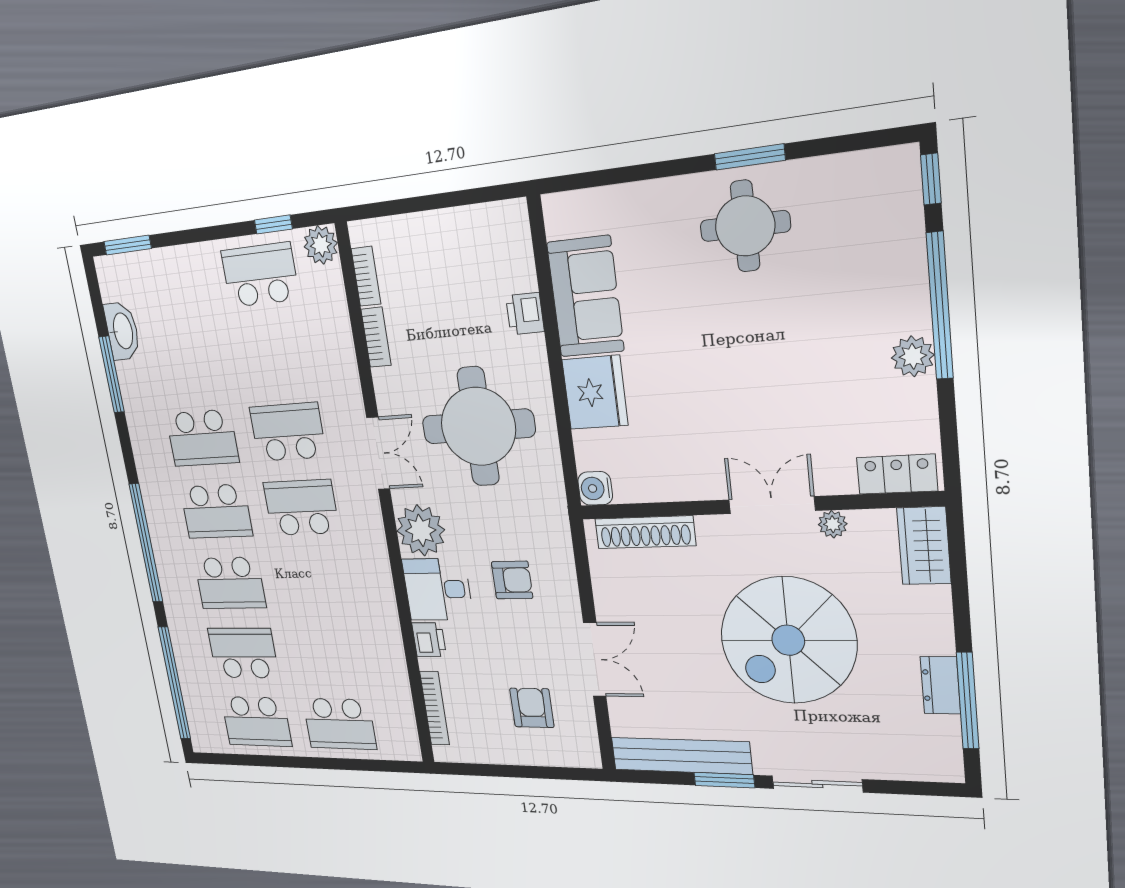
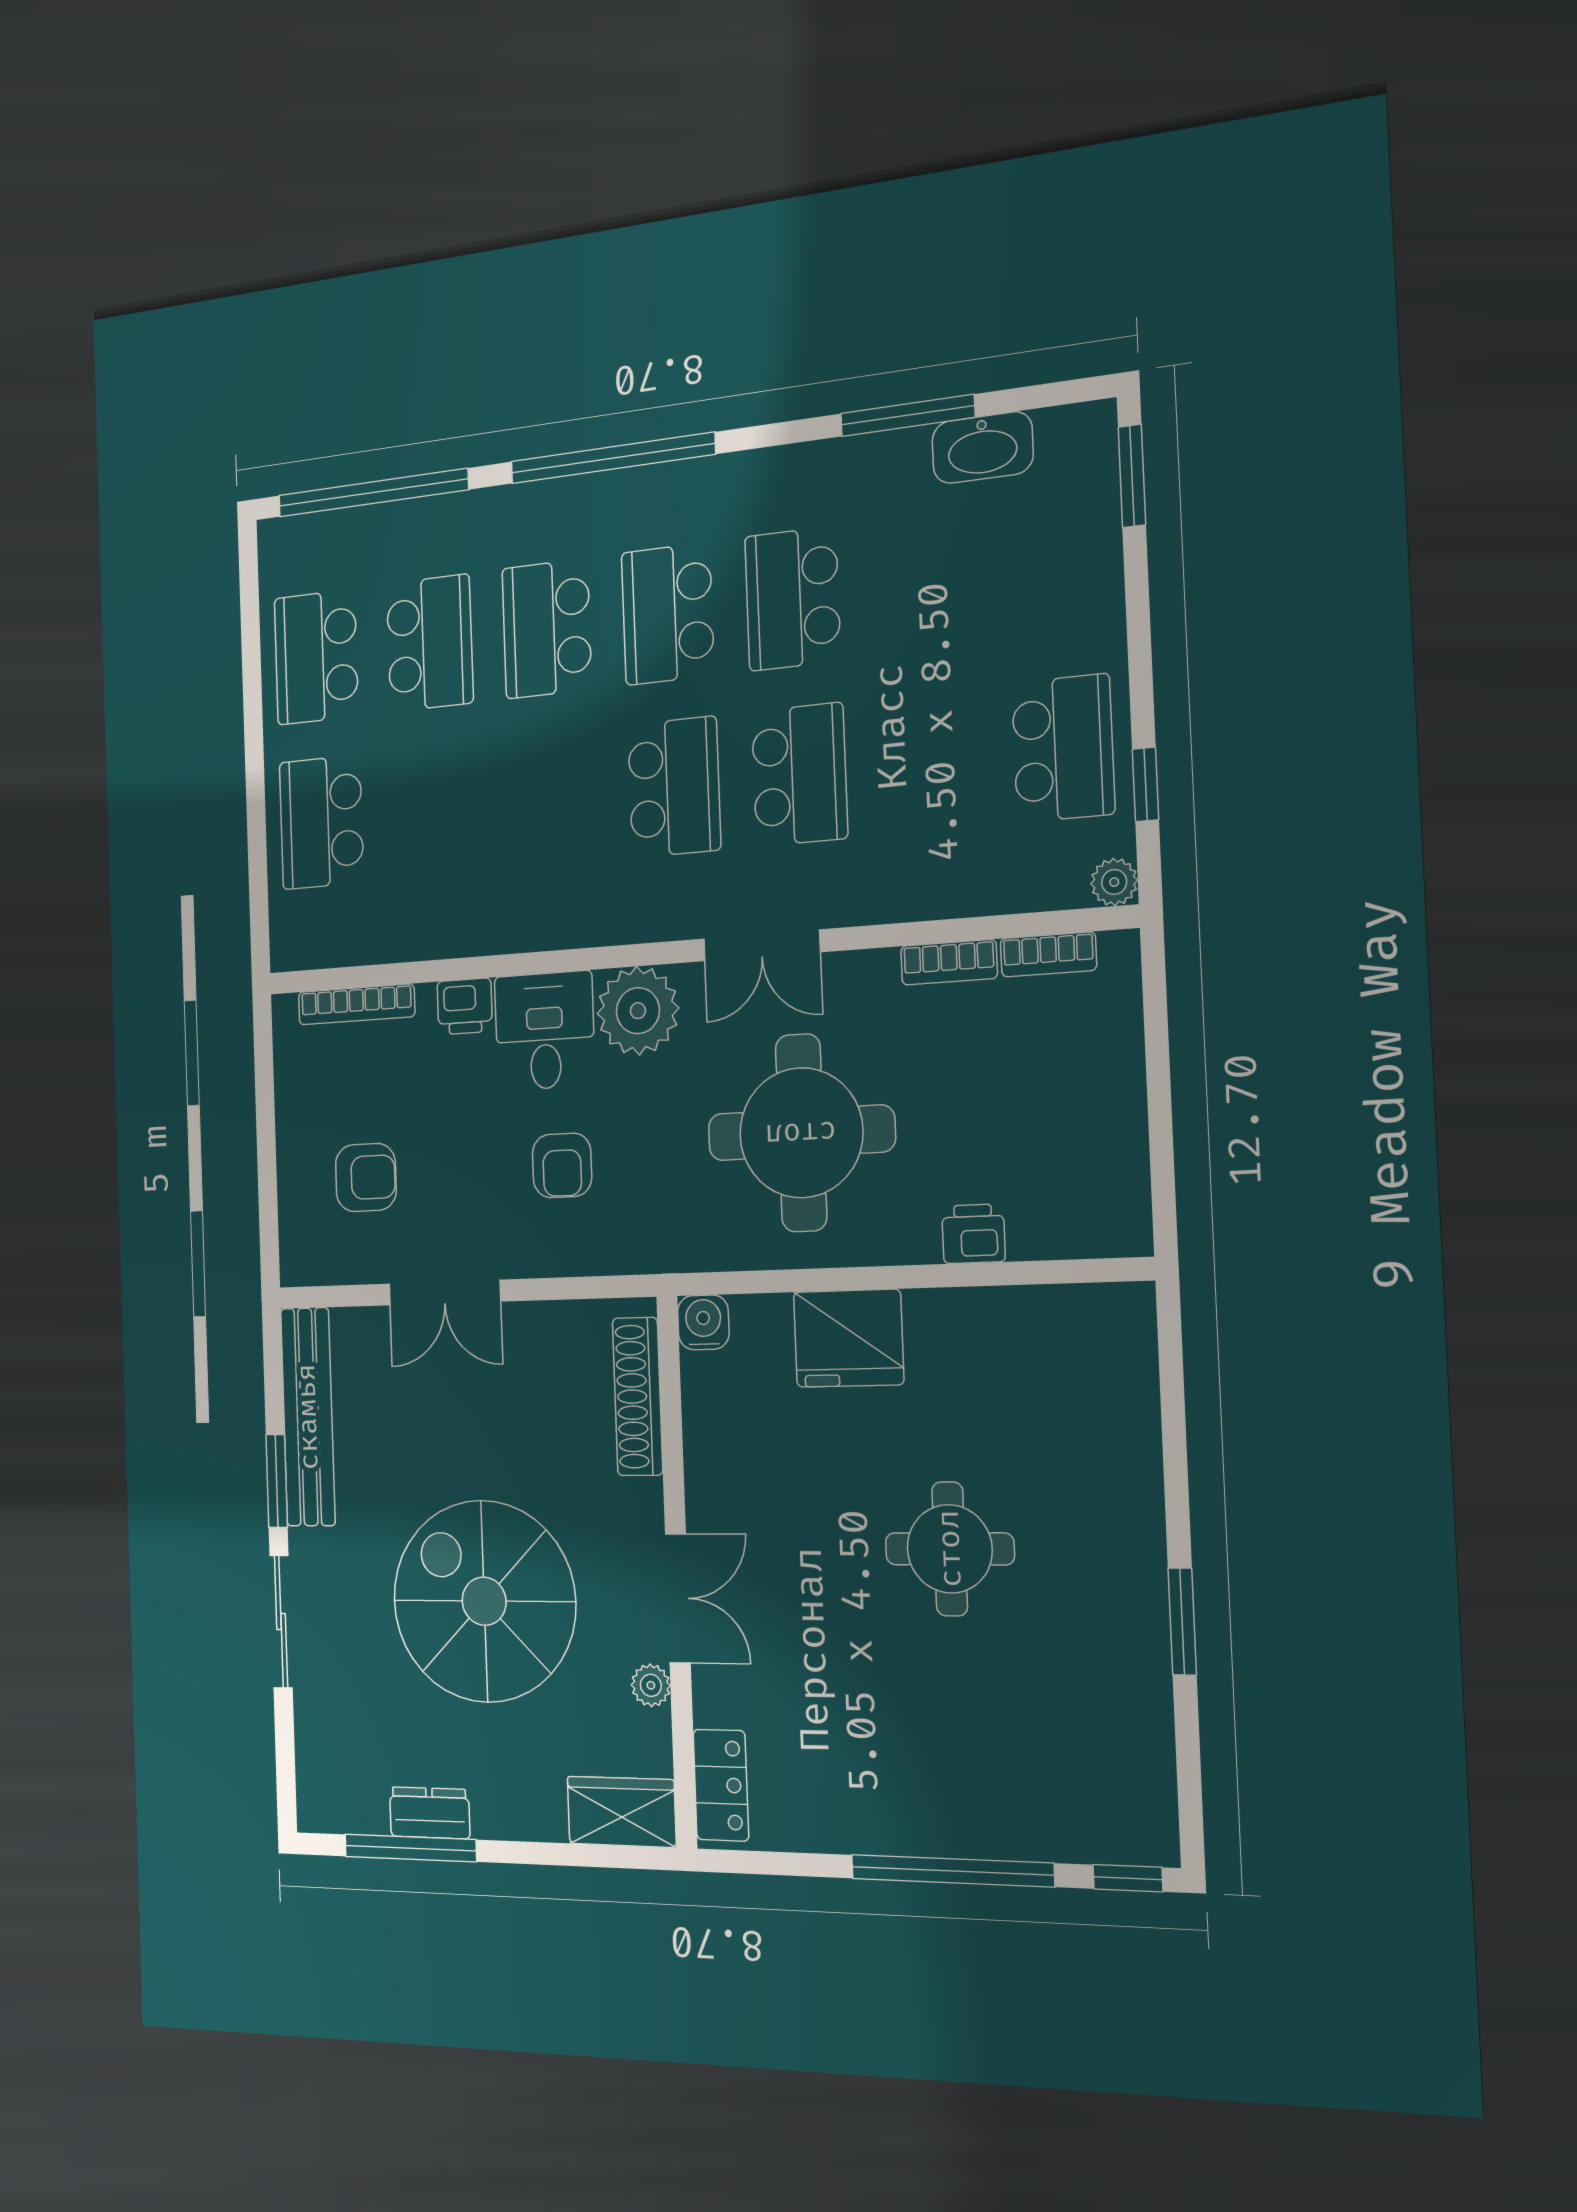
round table: (745, 226) -> (950, 1549), moved
plant: (321, 245) -> (1114, 882), width x0.73, depth x0.73
sofa: (585, 297) -> (994, 1339), removed
plant: (913, 356) -> (884, 1826), removed

